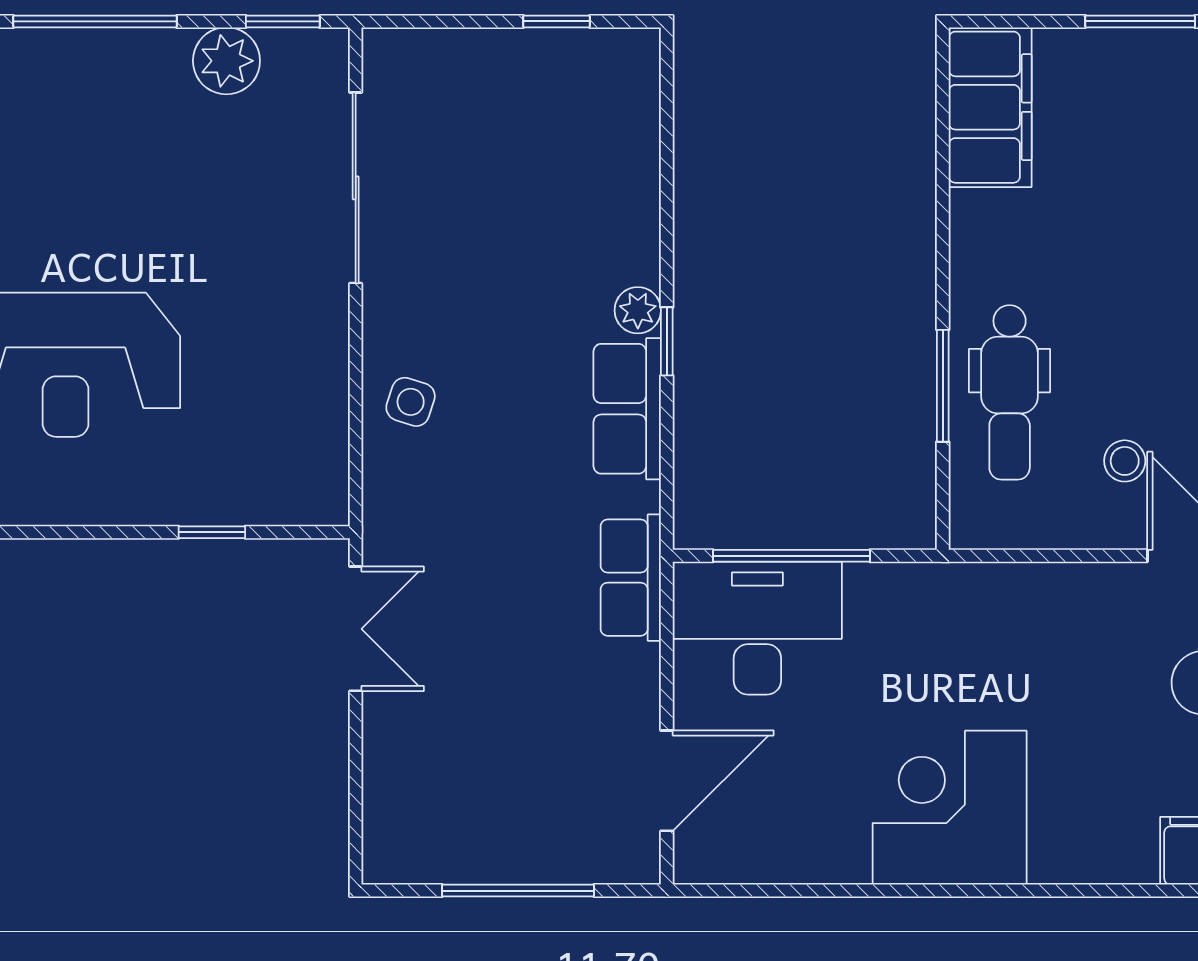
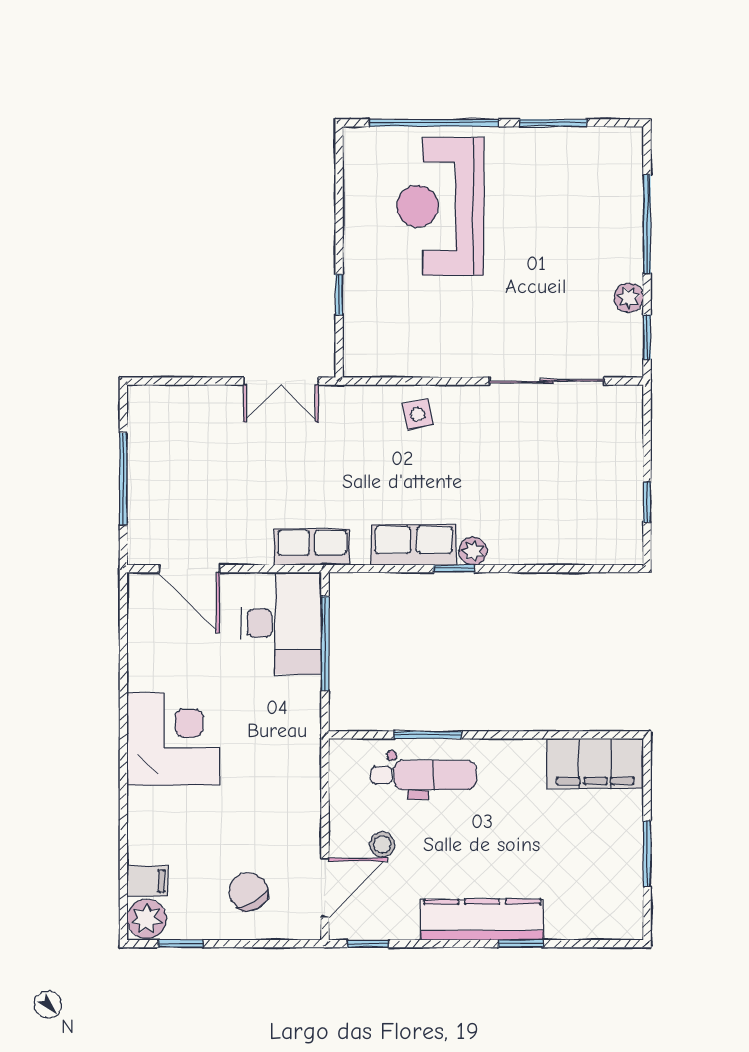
plant: (226, 61) -> (629, 298), width x0.73, depth x0.73
dental chair: (1010, 392) -> (423, 775), turned 180
side table: (411, 402) -> (418, 414), turned -30

